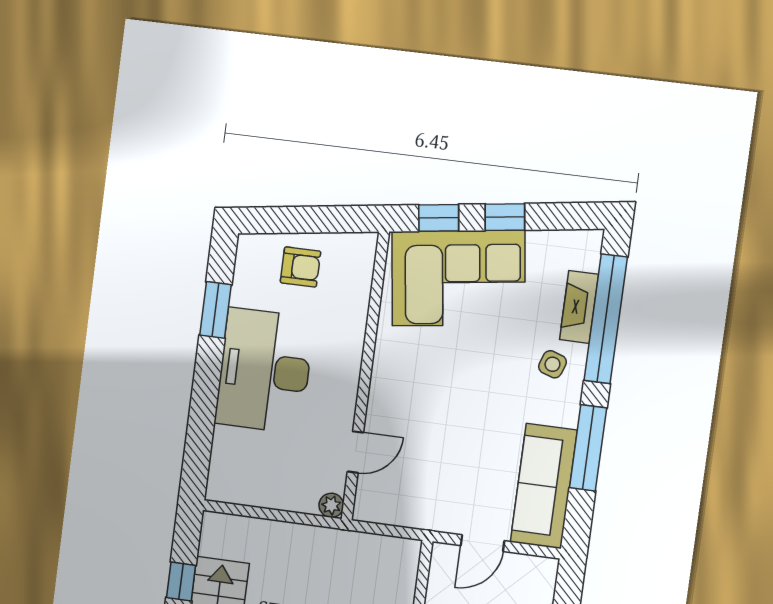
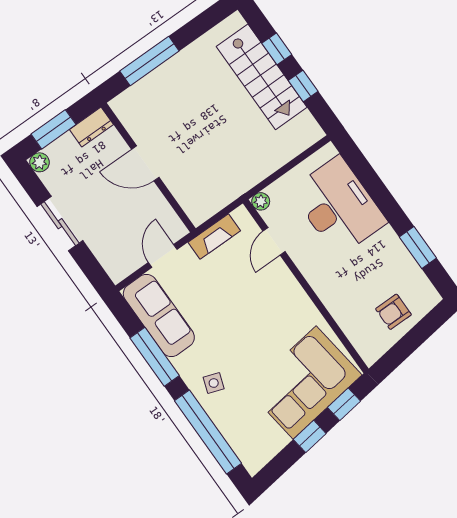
fireplace: (579, 307) -> (214, 236), moved, turned 90
desk: (264, 371) -> (338, 206), moved

